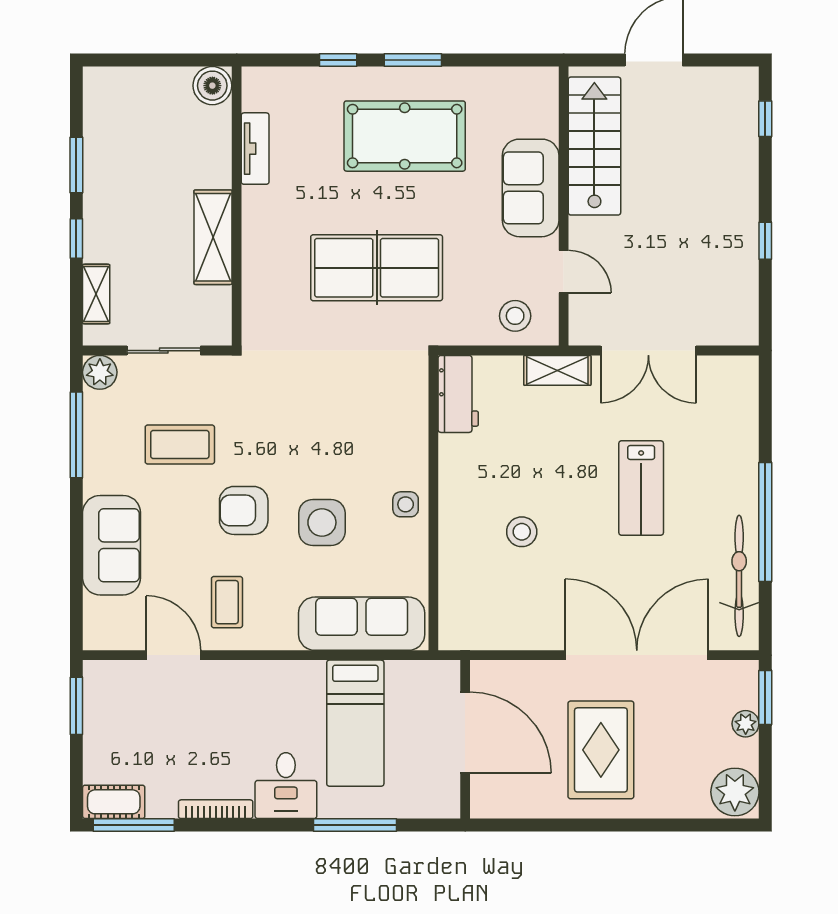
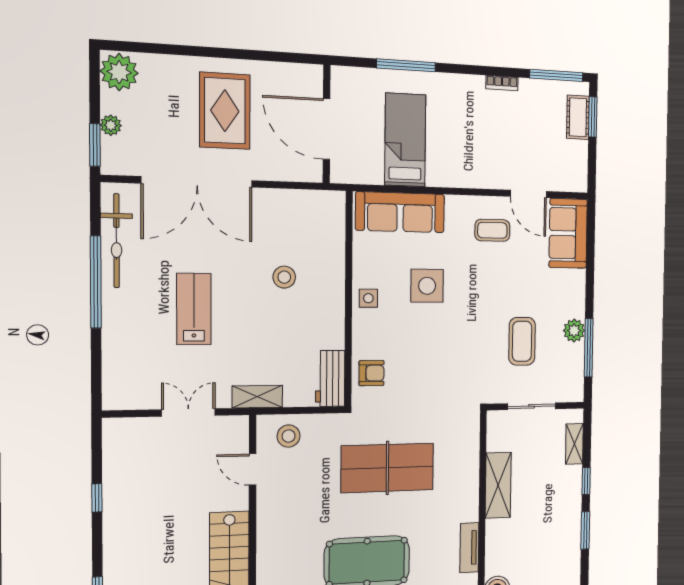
sofa: (531, 188) -> (277, 530), removed
double door: (648, 351) -> (188, 413), width x0.73
plant: (100, 372) -> (574, 331), moved
coffee table: (180, 445) -> (522, 341), turned 90
armchair: (244, 510) -> (371, 373), moved, width x0.72, depth x0.72
sofa: (112, 545) -> (568, 233), moved
coffee table: (227, 602) -> (492, 230), turned 90
window: (76, 706) -> (593, 117), moved
desk: (286, 786) -> (454, 97), removed
cot: (114, 802) -> (578, 117), moved, turned 90
bookcase: (216, 809) -> (502, 83), width x0.64

